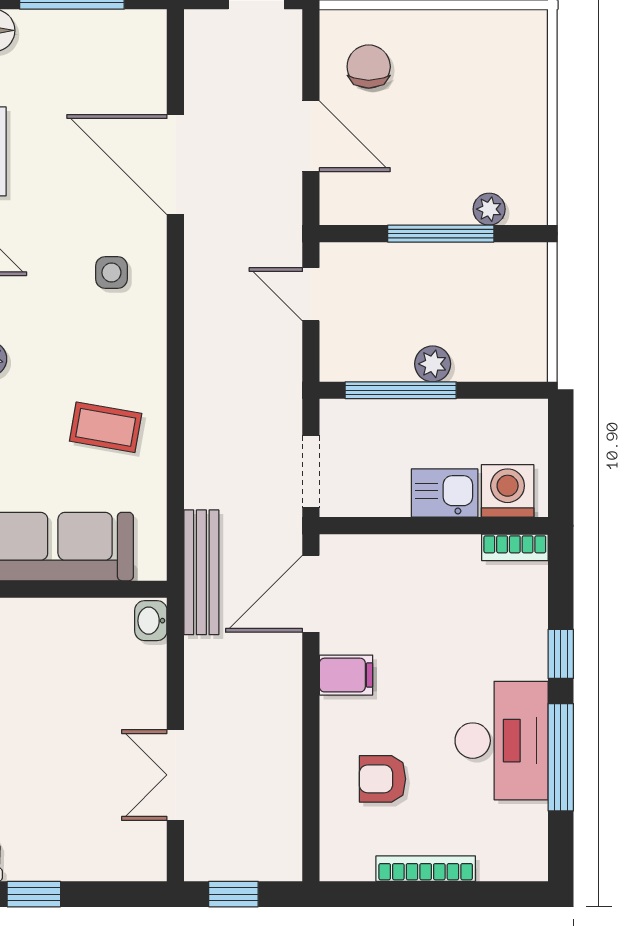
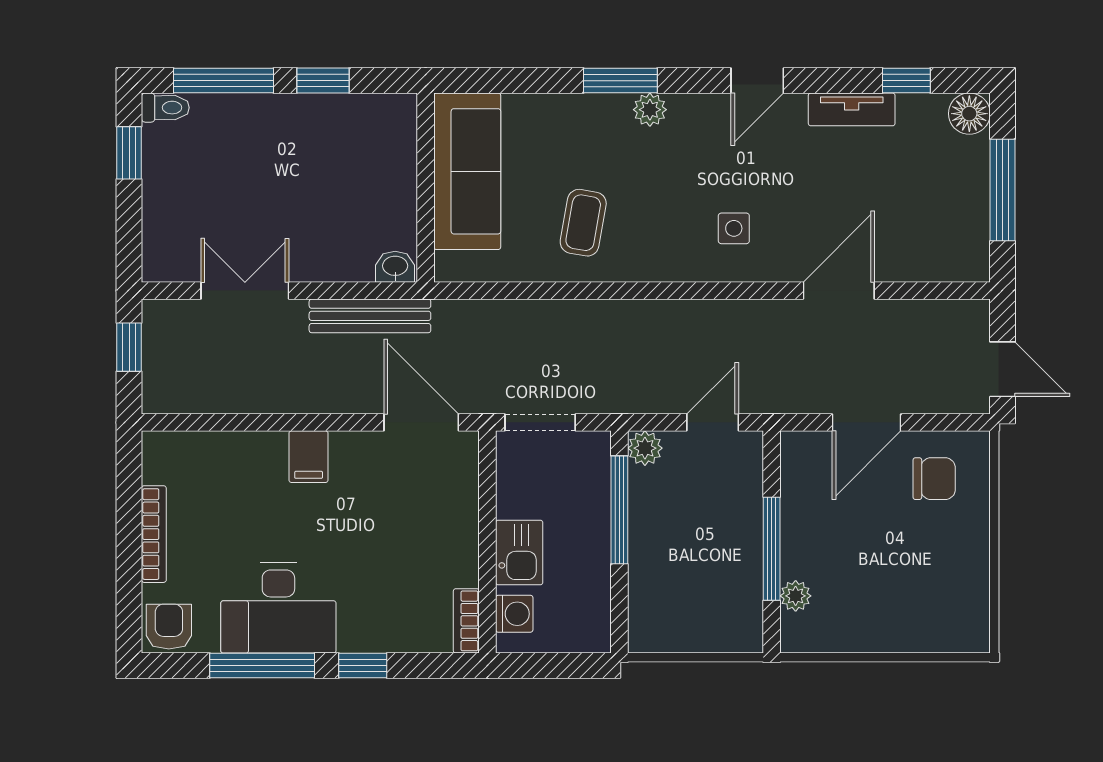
door: (175, 165) -> (839, 291), width x0.73
plant: (433, 364) -> (645, 448), moved
washing machine: (508, 491) -> (514, 614), width x0.73, depth x0.73
bench: (201, 572) -> (370, 316), moved
filing cabinet: (346, 675) -> (309, 457), moved
armchair: (382, 779) -> (169, 627), moved

